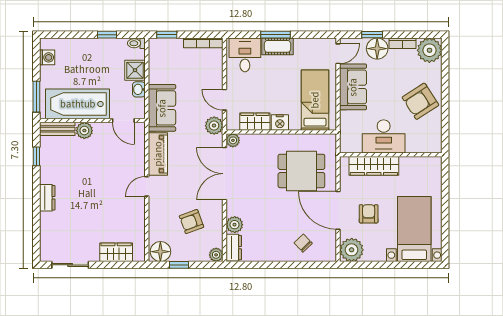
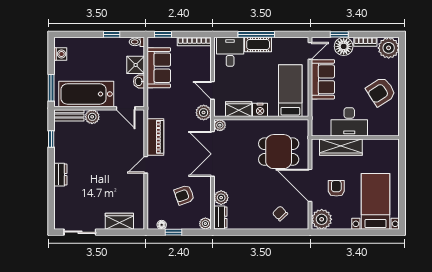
window: (275, 35) -> (256, 34), width x1.44
sofa: (162, 108) -> (159, 68), moved
floor lamp: (160, 252) -> (162, 225), width x0.53, depth x0.53

